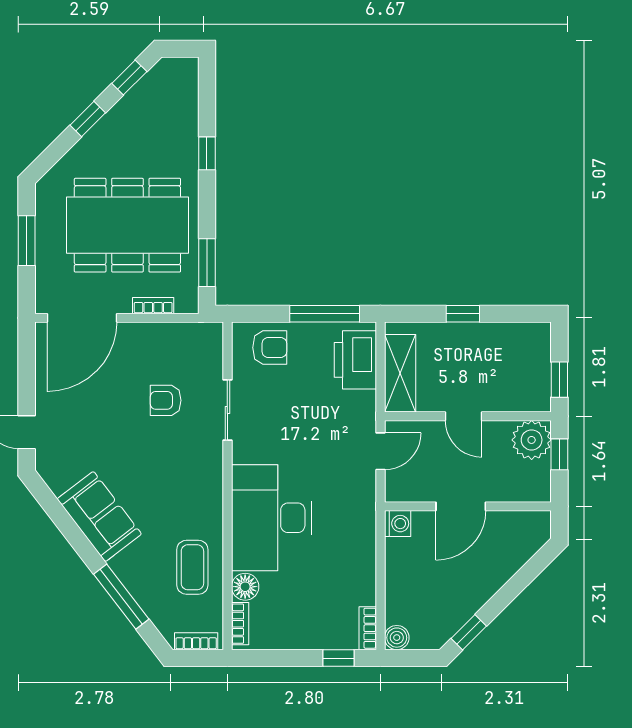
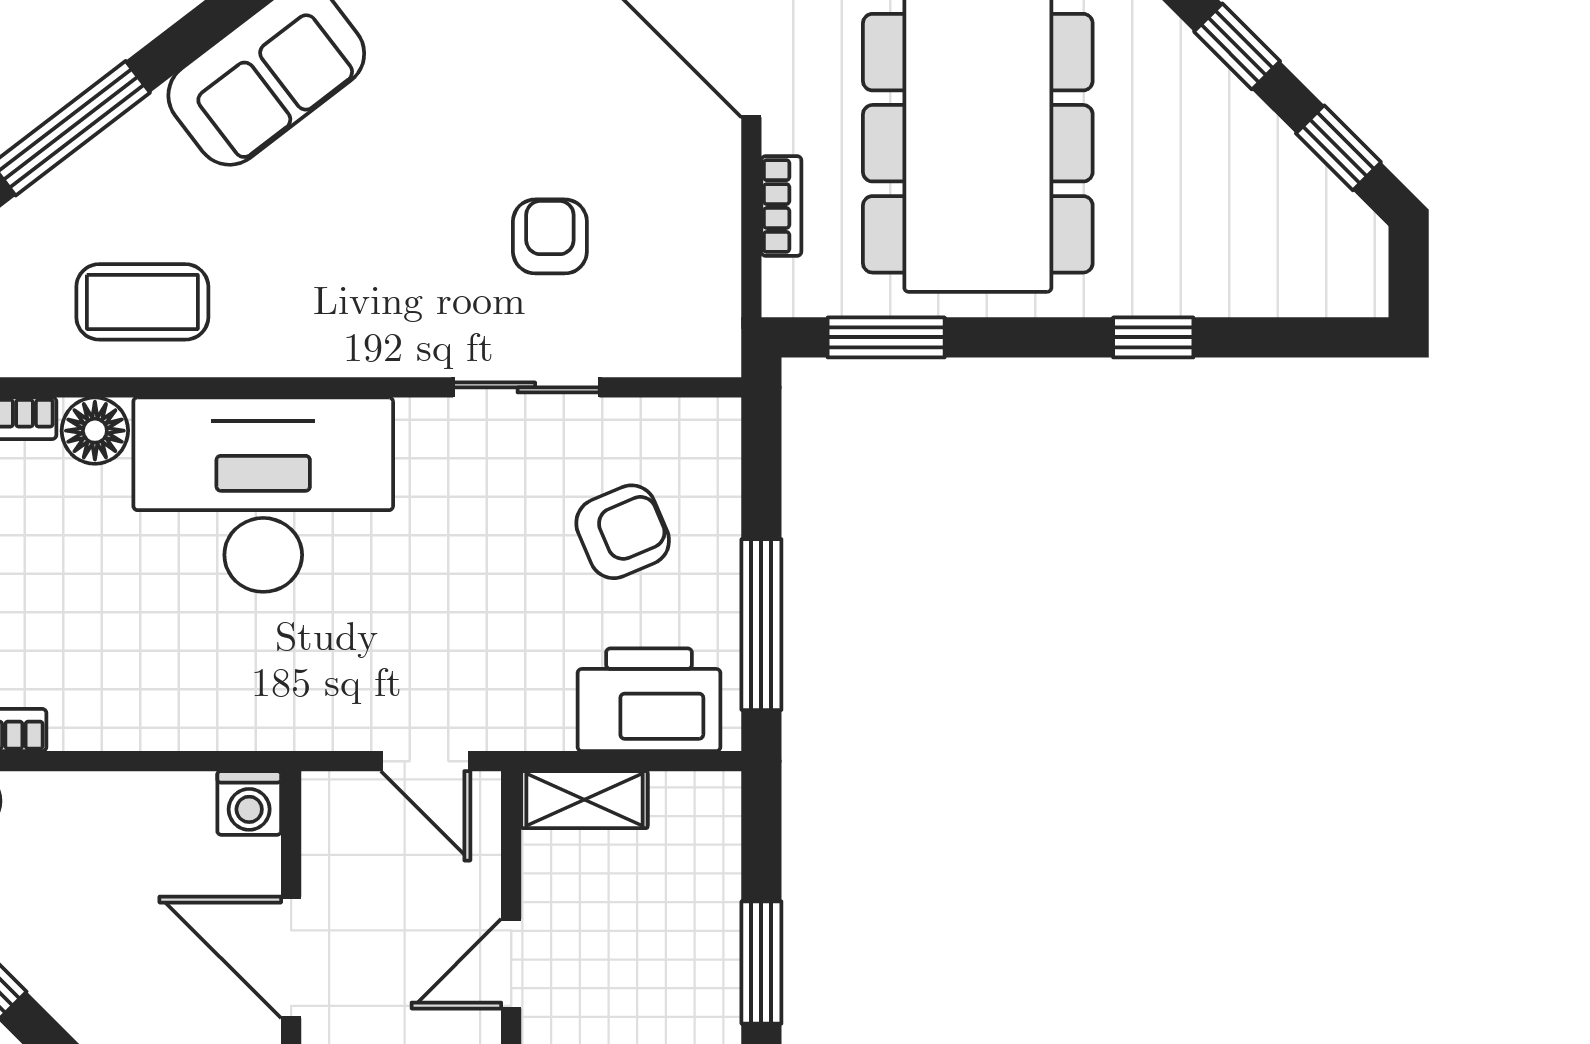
window: (463, 314) -> (761, 962), width x1.50
armchair: (270, 348) -> (623, 532), moved, turned -113
shelving: (400, 373) -> (584, 800), width x0.67, depth x0.75

